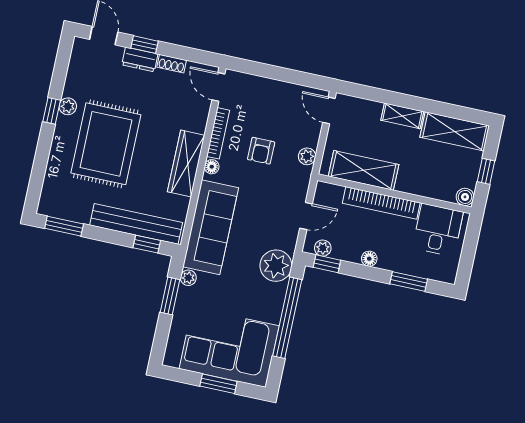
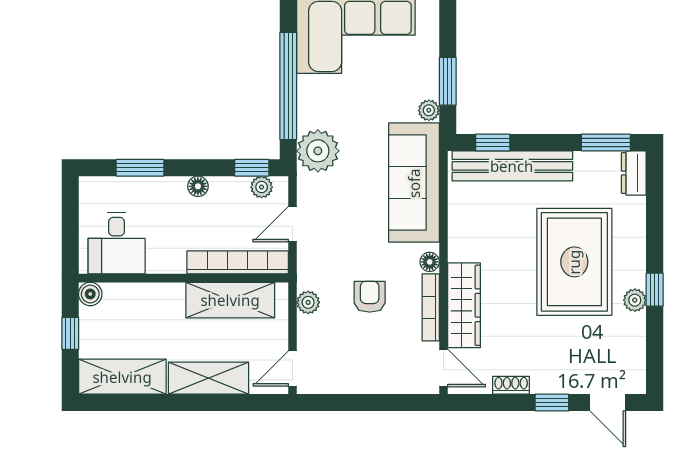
dresser: (140, 59) -> (634, 173), moved, turned -90
door: (329, 110) -> (292, 369), swing flipped
shelving: (402, 116) -> (209, 378), width x1.50, depth x1.33
wardrobe: (186, 164) -> (464, 305), moved
bookcase: (381, 203) -> (238, 262), moved

